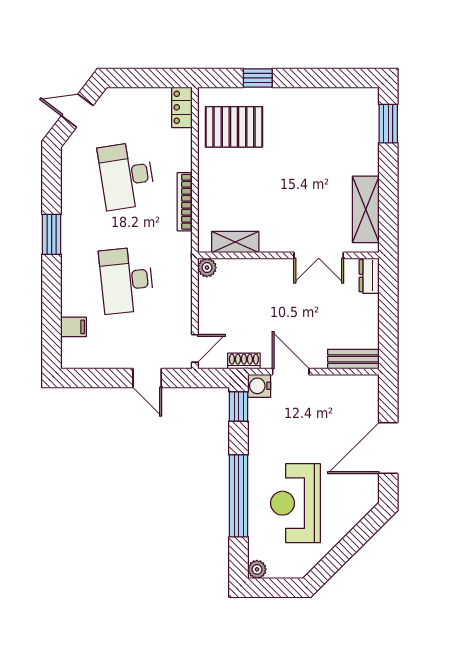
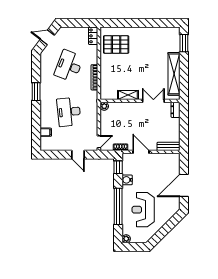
window: (258, 78) -> (127, 23), removed
desk: (126, 176) -> (69, 66), turned 30
shelving: (366, 209) -> (174, 74), width x1.47
shelving: (235, 242) -> (128, 95), moved
double door: (319, 255) -> (153, 101), swing flipped
water cooler: (259, 386) -> (127, 180), moved

